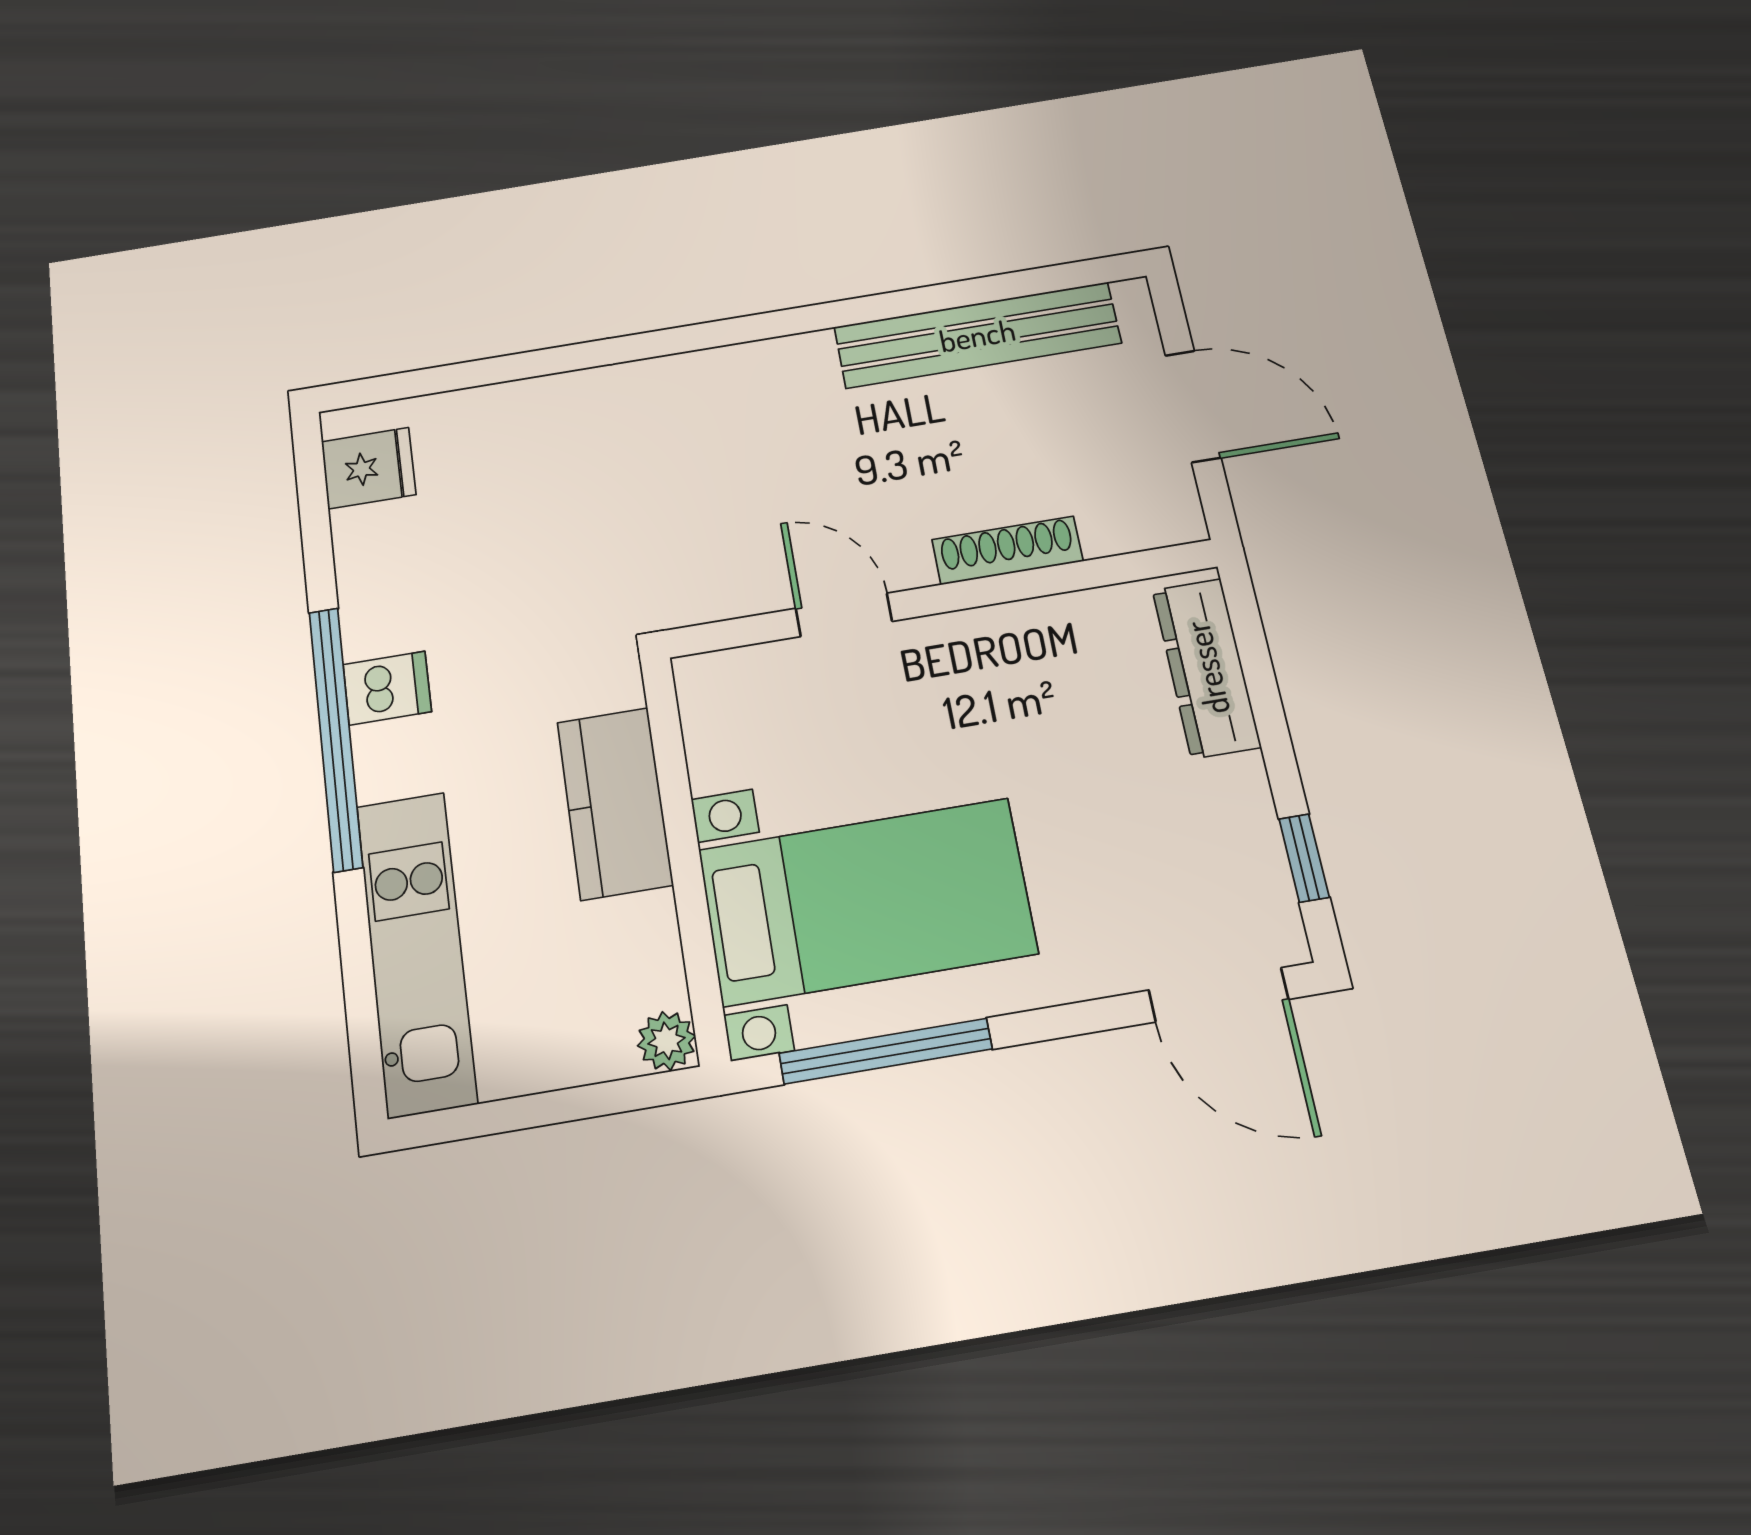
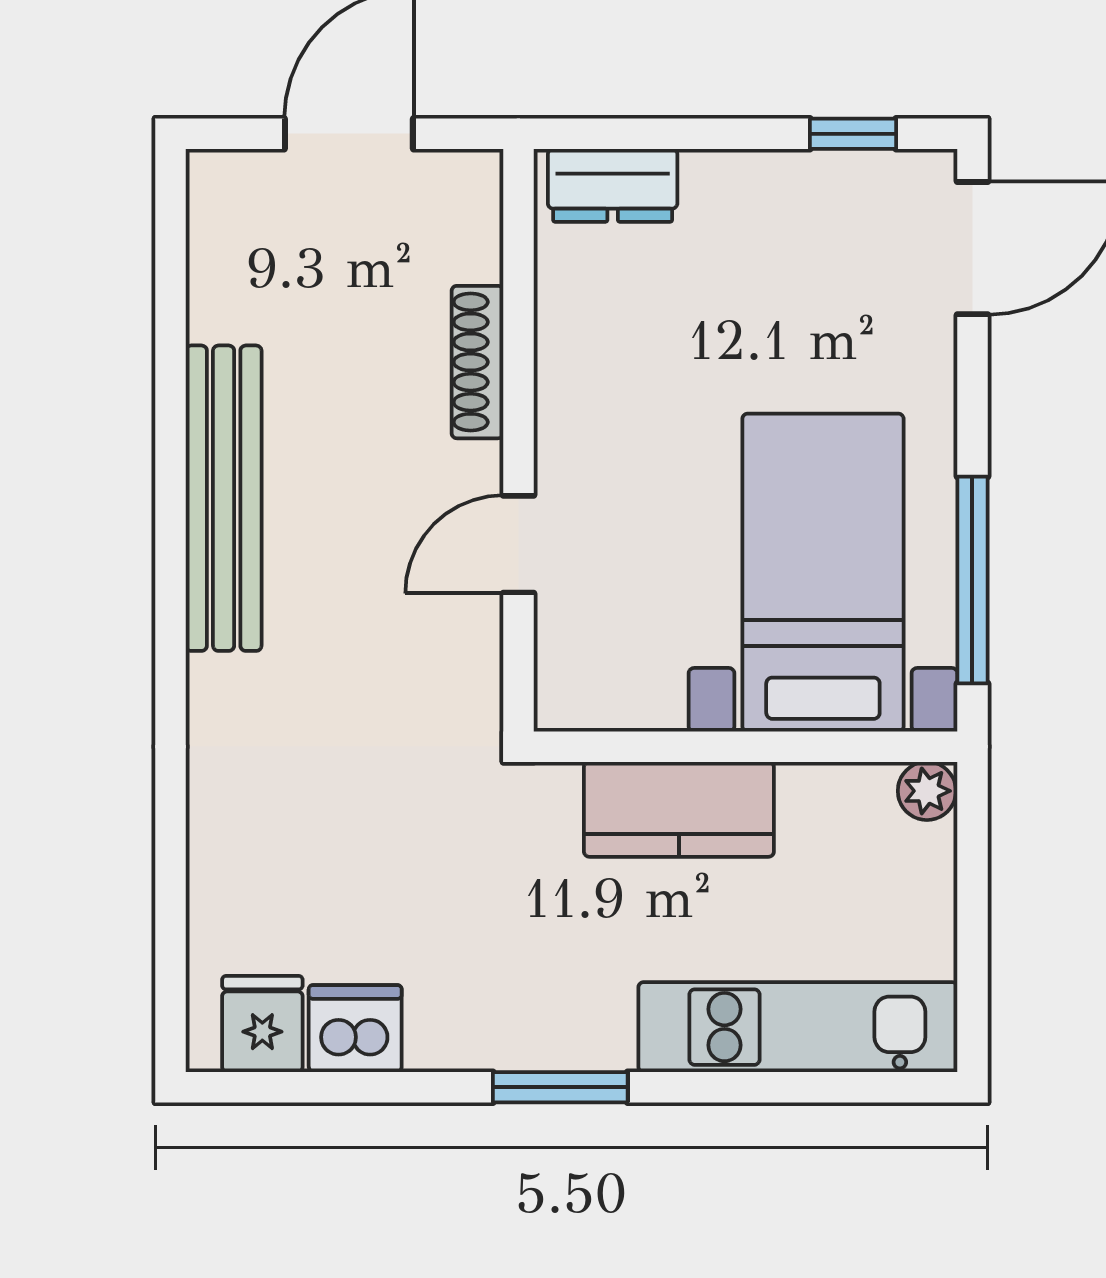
bench: (977, 335) -> (224, 498), moved
dresser: (1206, 668) -> (613, 185), width x0.70
dishwasher: (387, 688) -> (355, 1029), moved, width x1.38
window: (336, 738) -> (560, 1087), width x0.47

